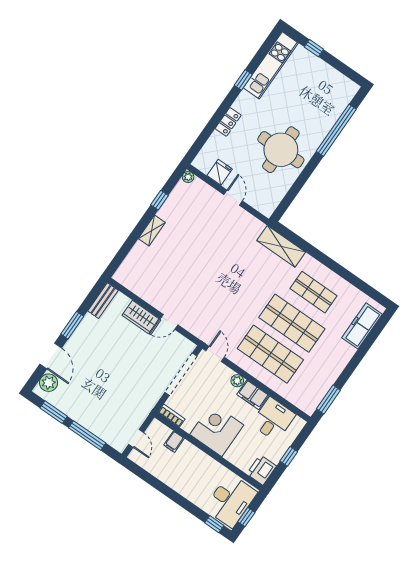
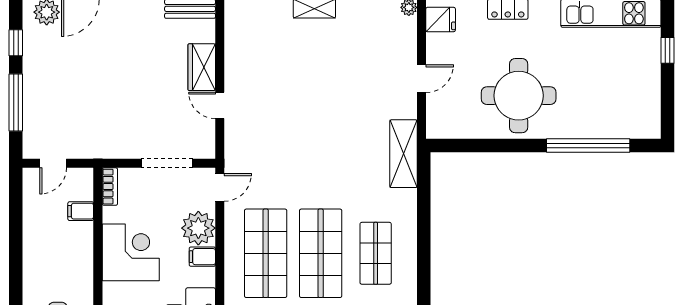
fridge: (220, 172) -> (441, 20), moved
shelving: (281, 246) -> (403, 154), moved
doorway: (181, 374) -> (167, 163), width x0.73
plant: (237, 381) -> (198, 228), width x1.88, depth x1.88
filing cabinet: (253, 395) -> (202, 257), width x0.50
window: (54, 412) -> (16, 43), width x0.67

